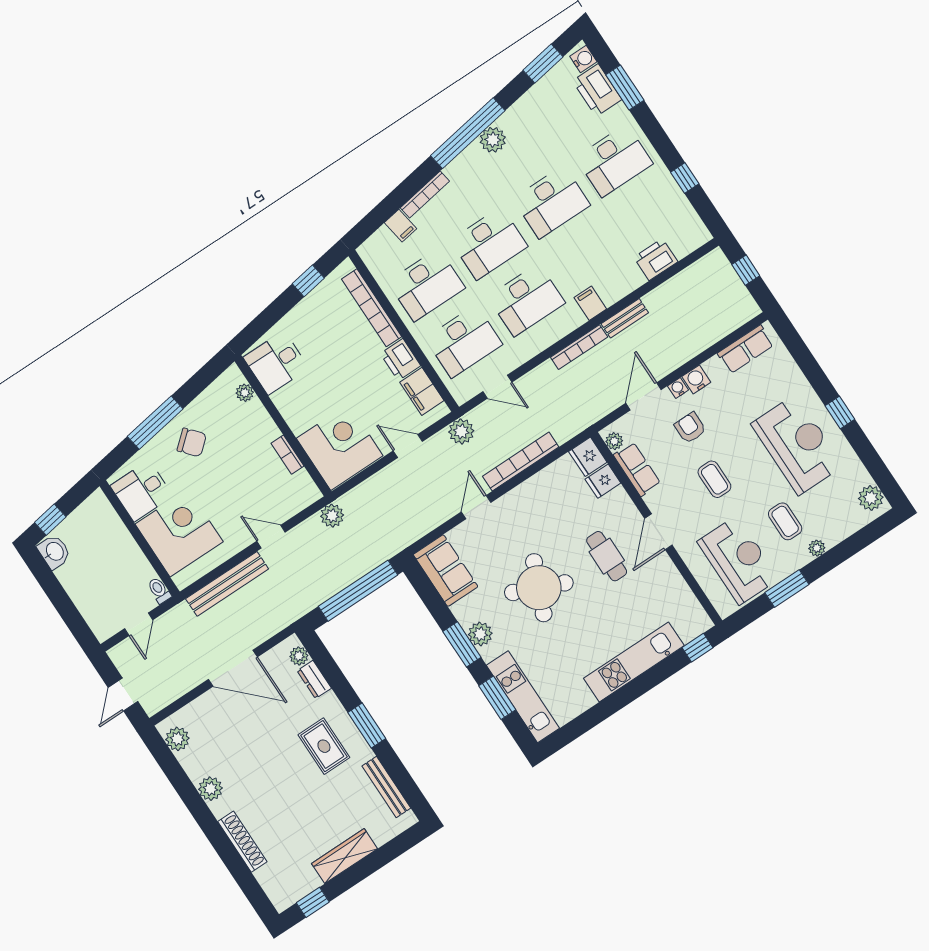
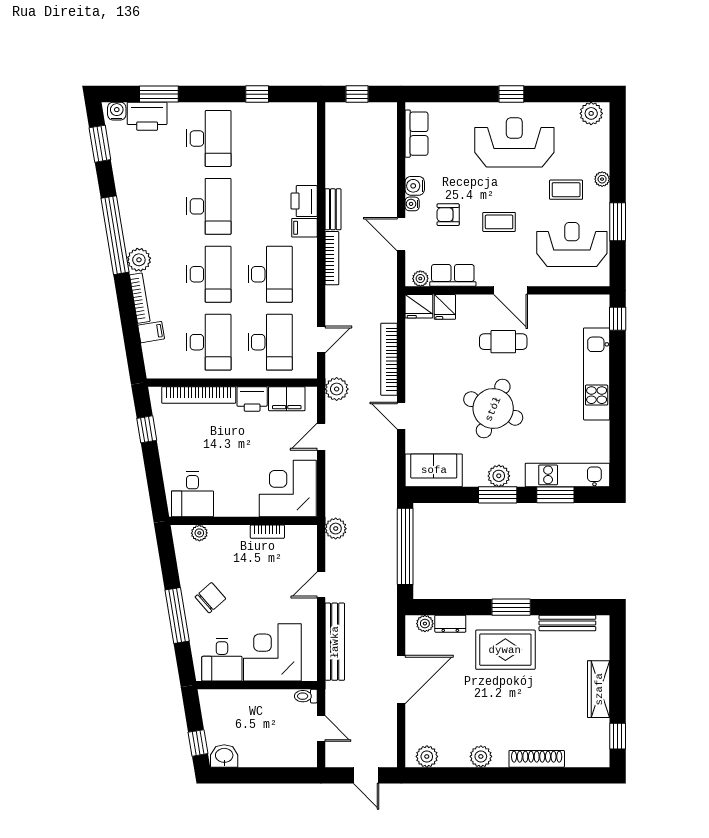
plant: (493, 140) -> (139, 260), moved
printer: (656, 260) -> (304, 201), moved
rug: (324, 746) -> (505, 650), width x1.36, depth x1.43

